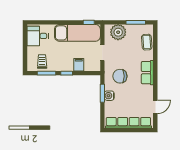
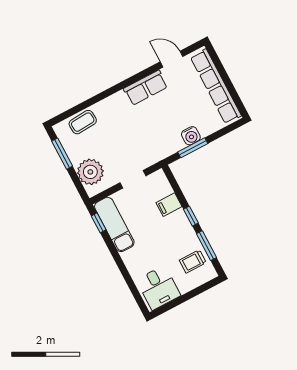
exam couch: (77, 33) -> (114, 224), width x0.73, depth x0.69
row of seats: (147, 73) -> (146, 88), moved
chair: (120, 76) -> (154, 135), removed

